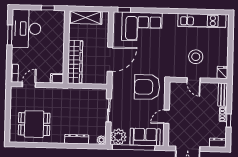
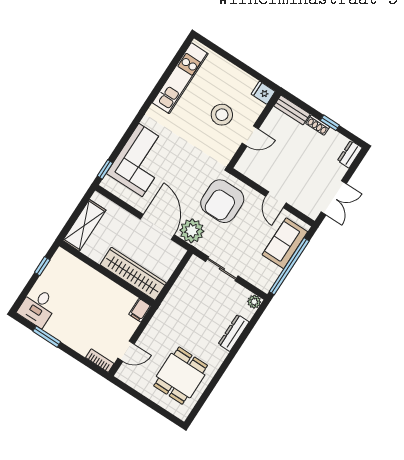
desk: (26, 29) -> (38, 307), width x0.53, depth x0.77
door: (29, 85) -> (126, 351), swing flipped
plant: (118, 137) -> (192, 231), moved

